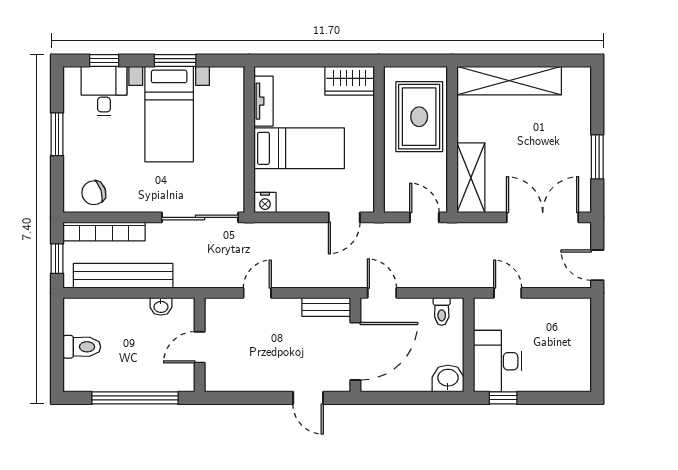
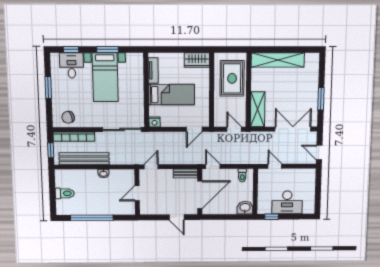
wall: (200, 345) -> (137, 192), moved
door: (200, 347) -> (137, 193), moved
desk: (497, 361) -> (287, 202), moved, turned -90

